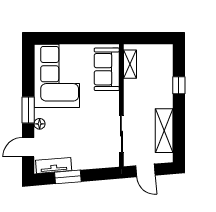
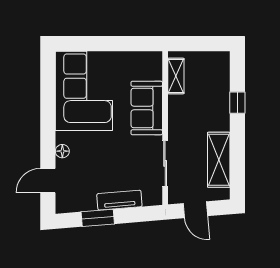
sofa: (107, 69) -> (147, 108), moved
window: (28, 110) -> (48, 134), removed
tv unit: (54, 165) -> (119, 200), moved

